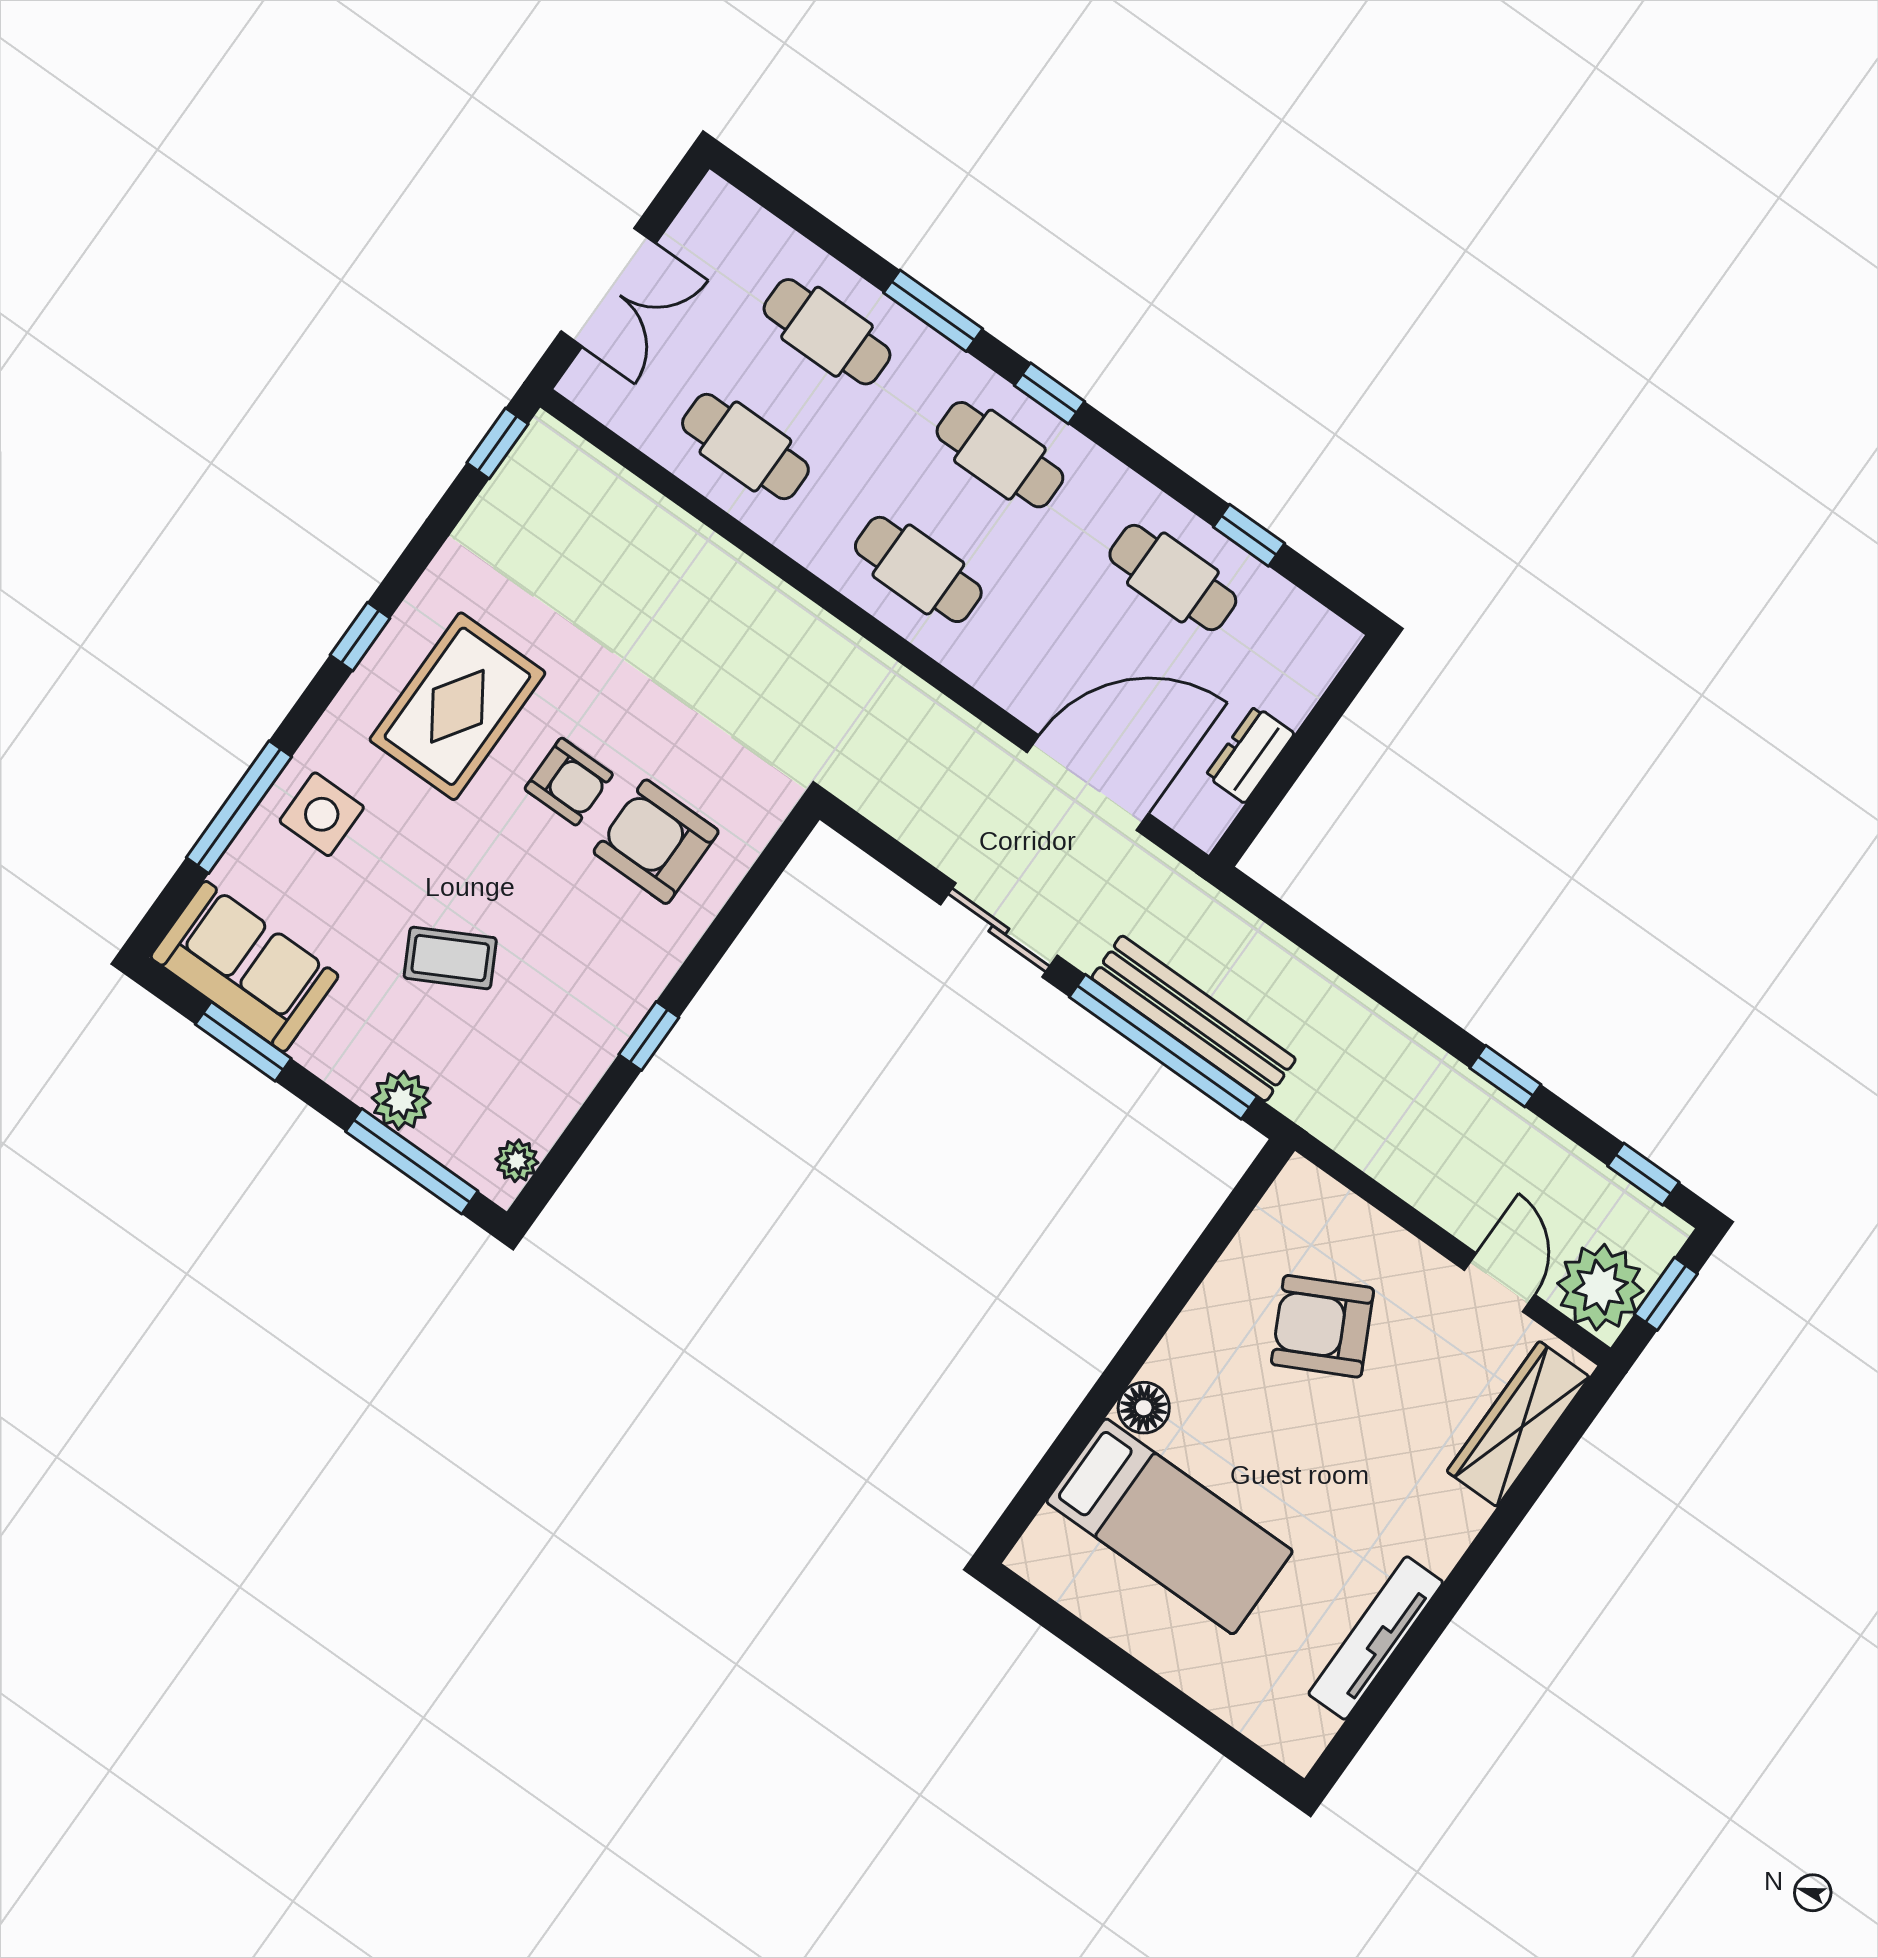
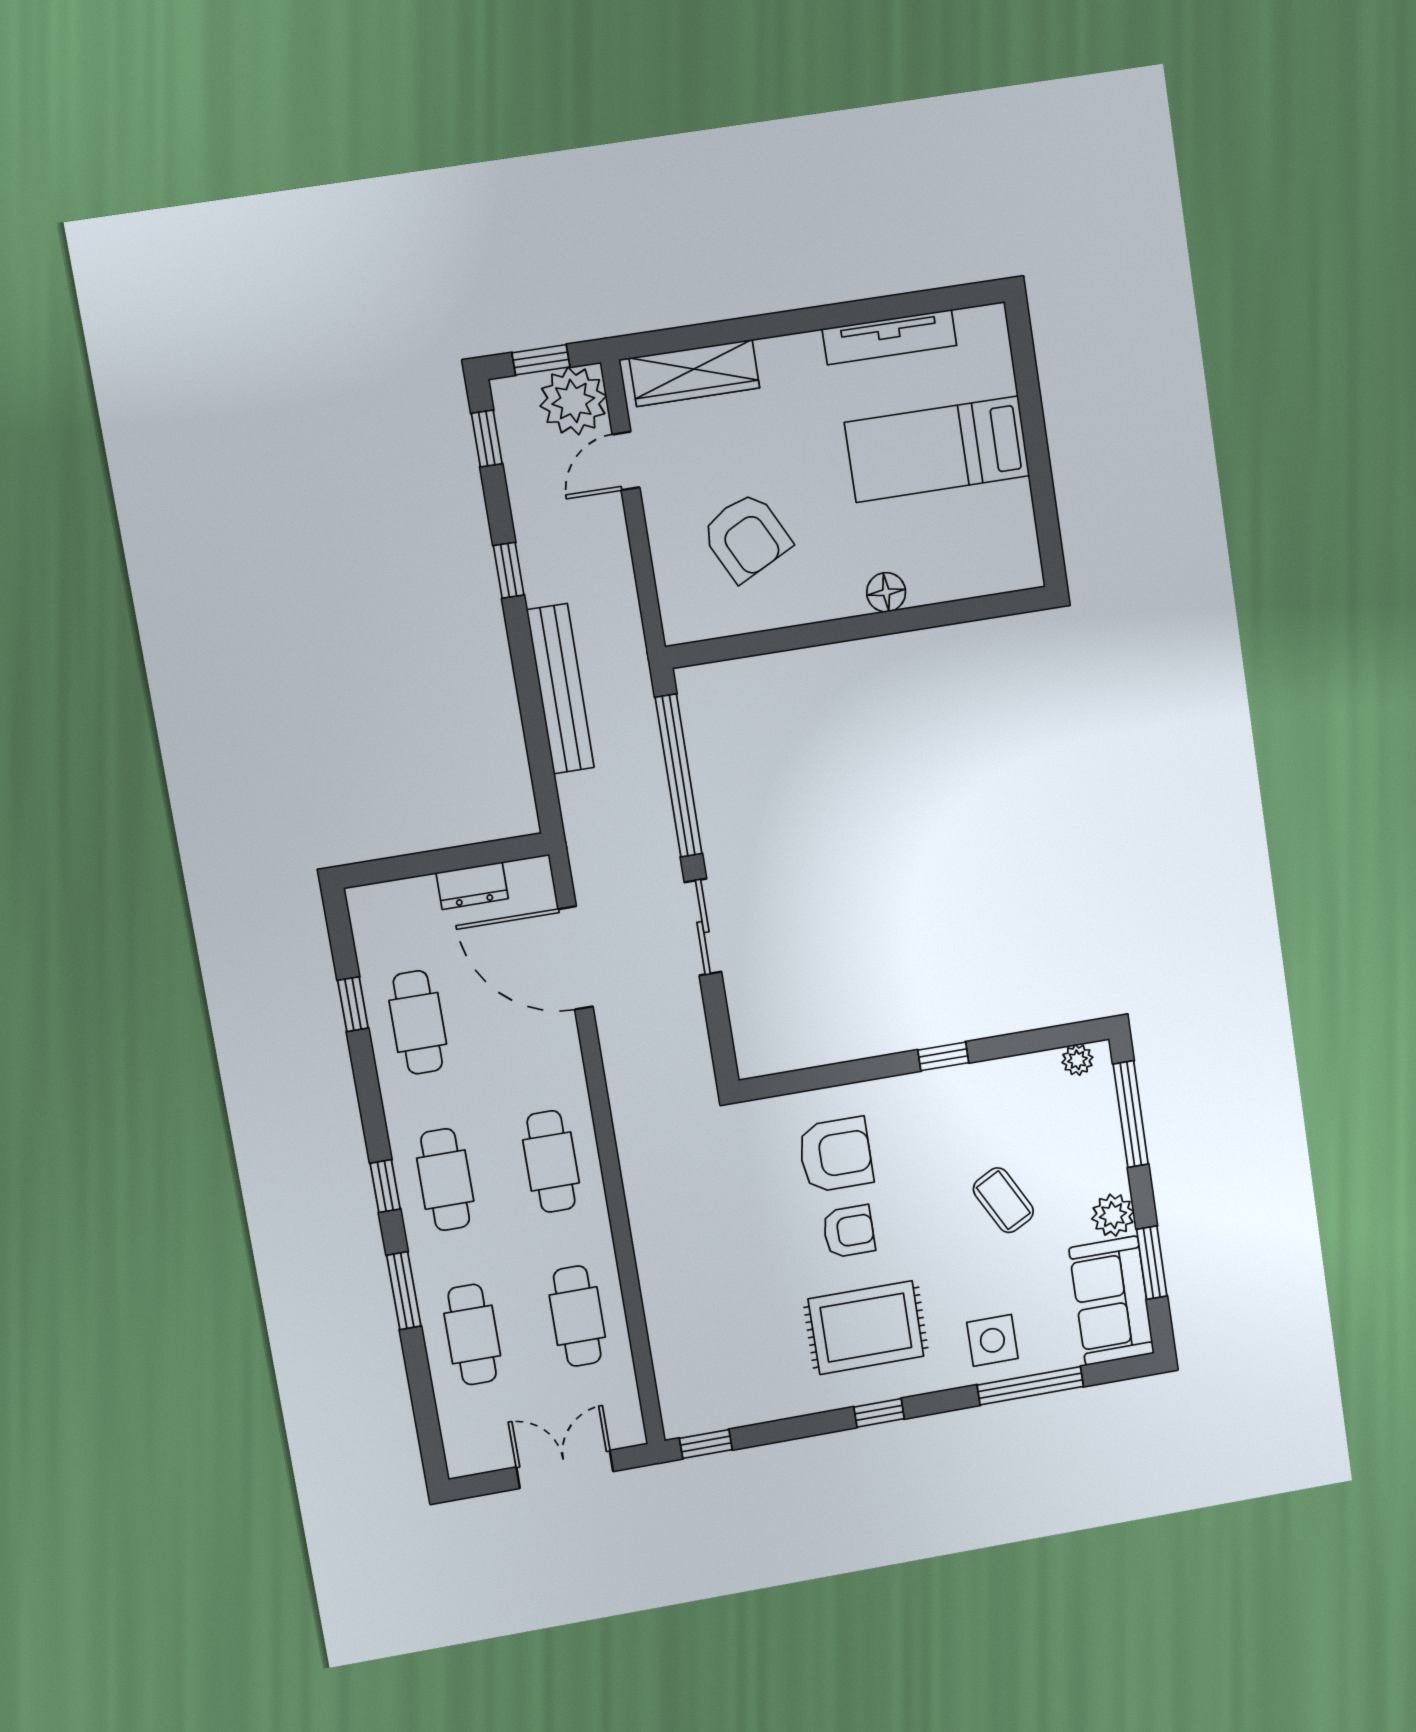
armchair: (569, 782) -> (849, 1231), turned 90
armchair: (656, 842) -> (836, 1155), turned -90
bench: (1194, 1018) -> (560, 689), moved
plant: (401, 1100) -> (1113, 1215), moved
bed: (1169, 1526) -> (937, 449), moved, turned -90

